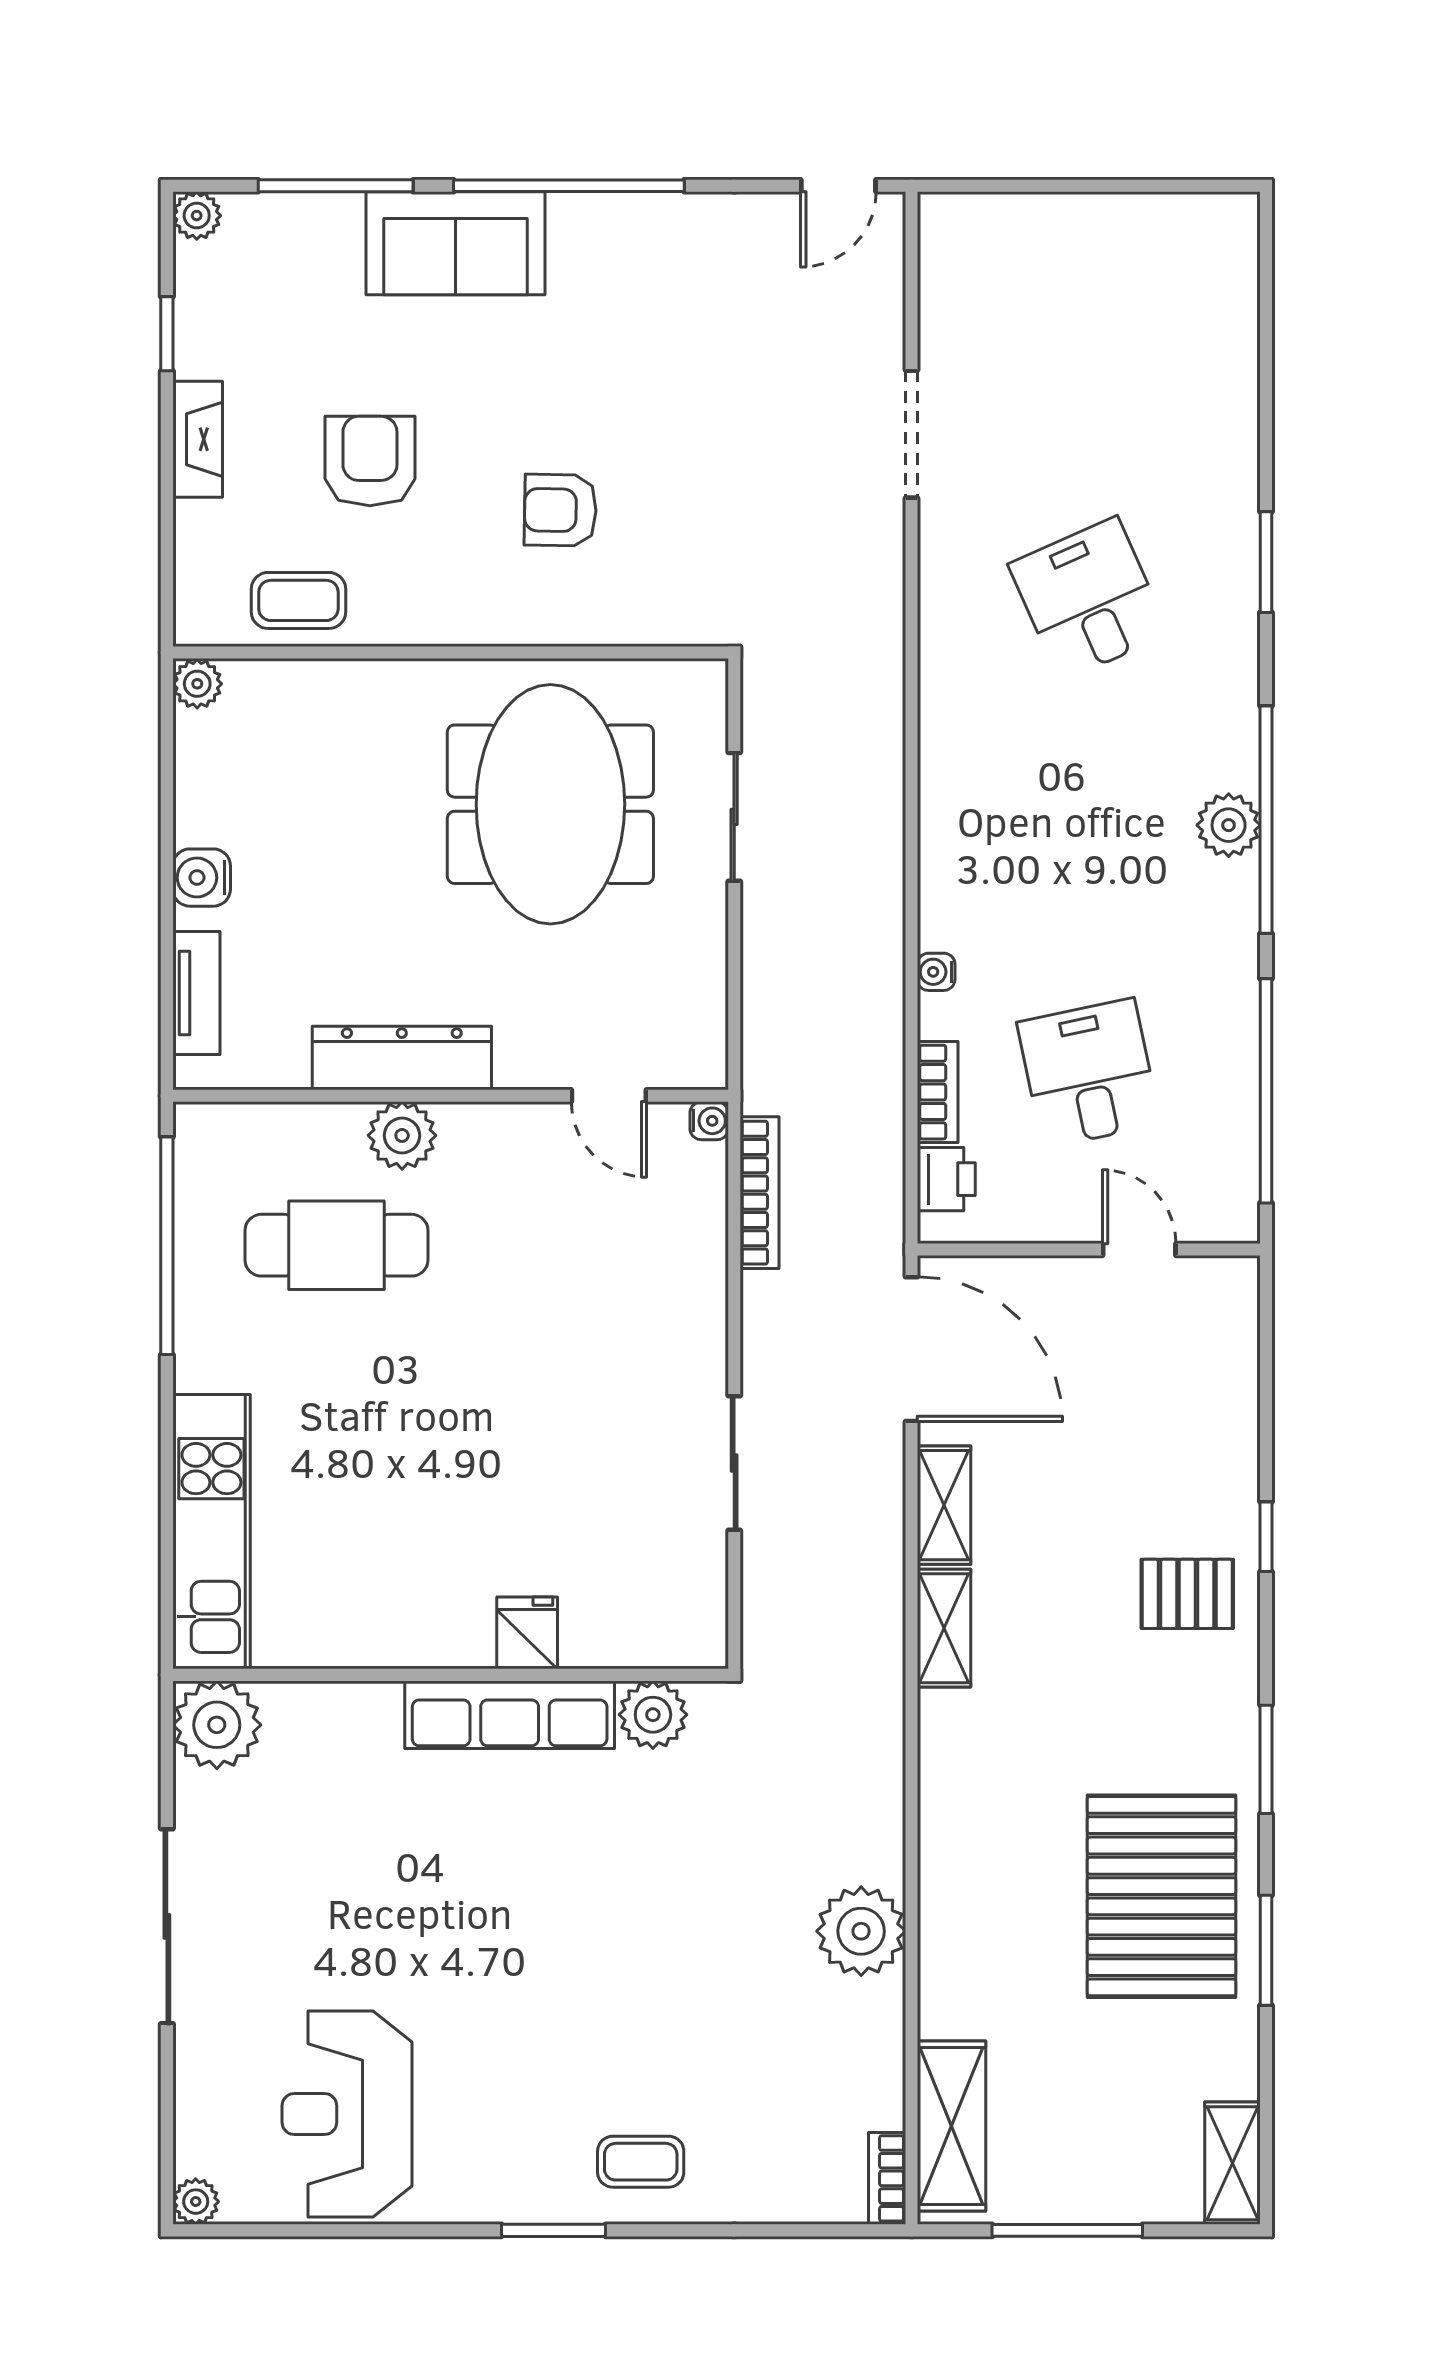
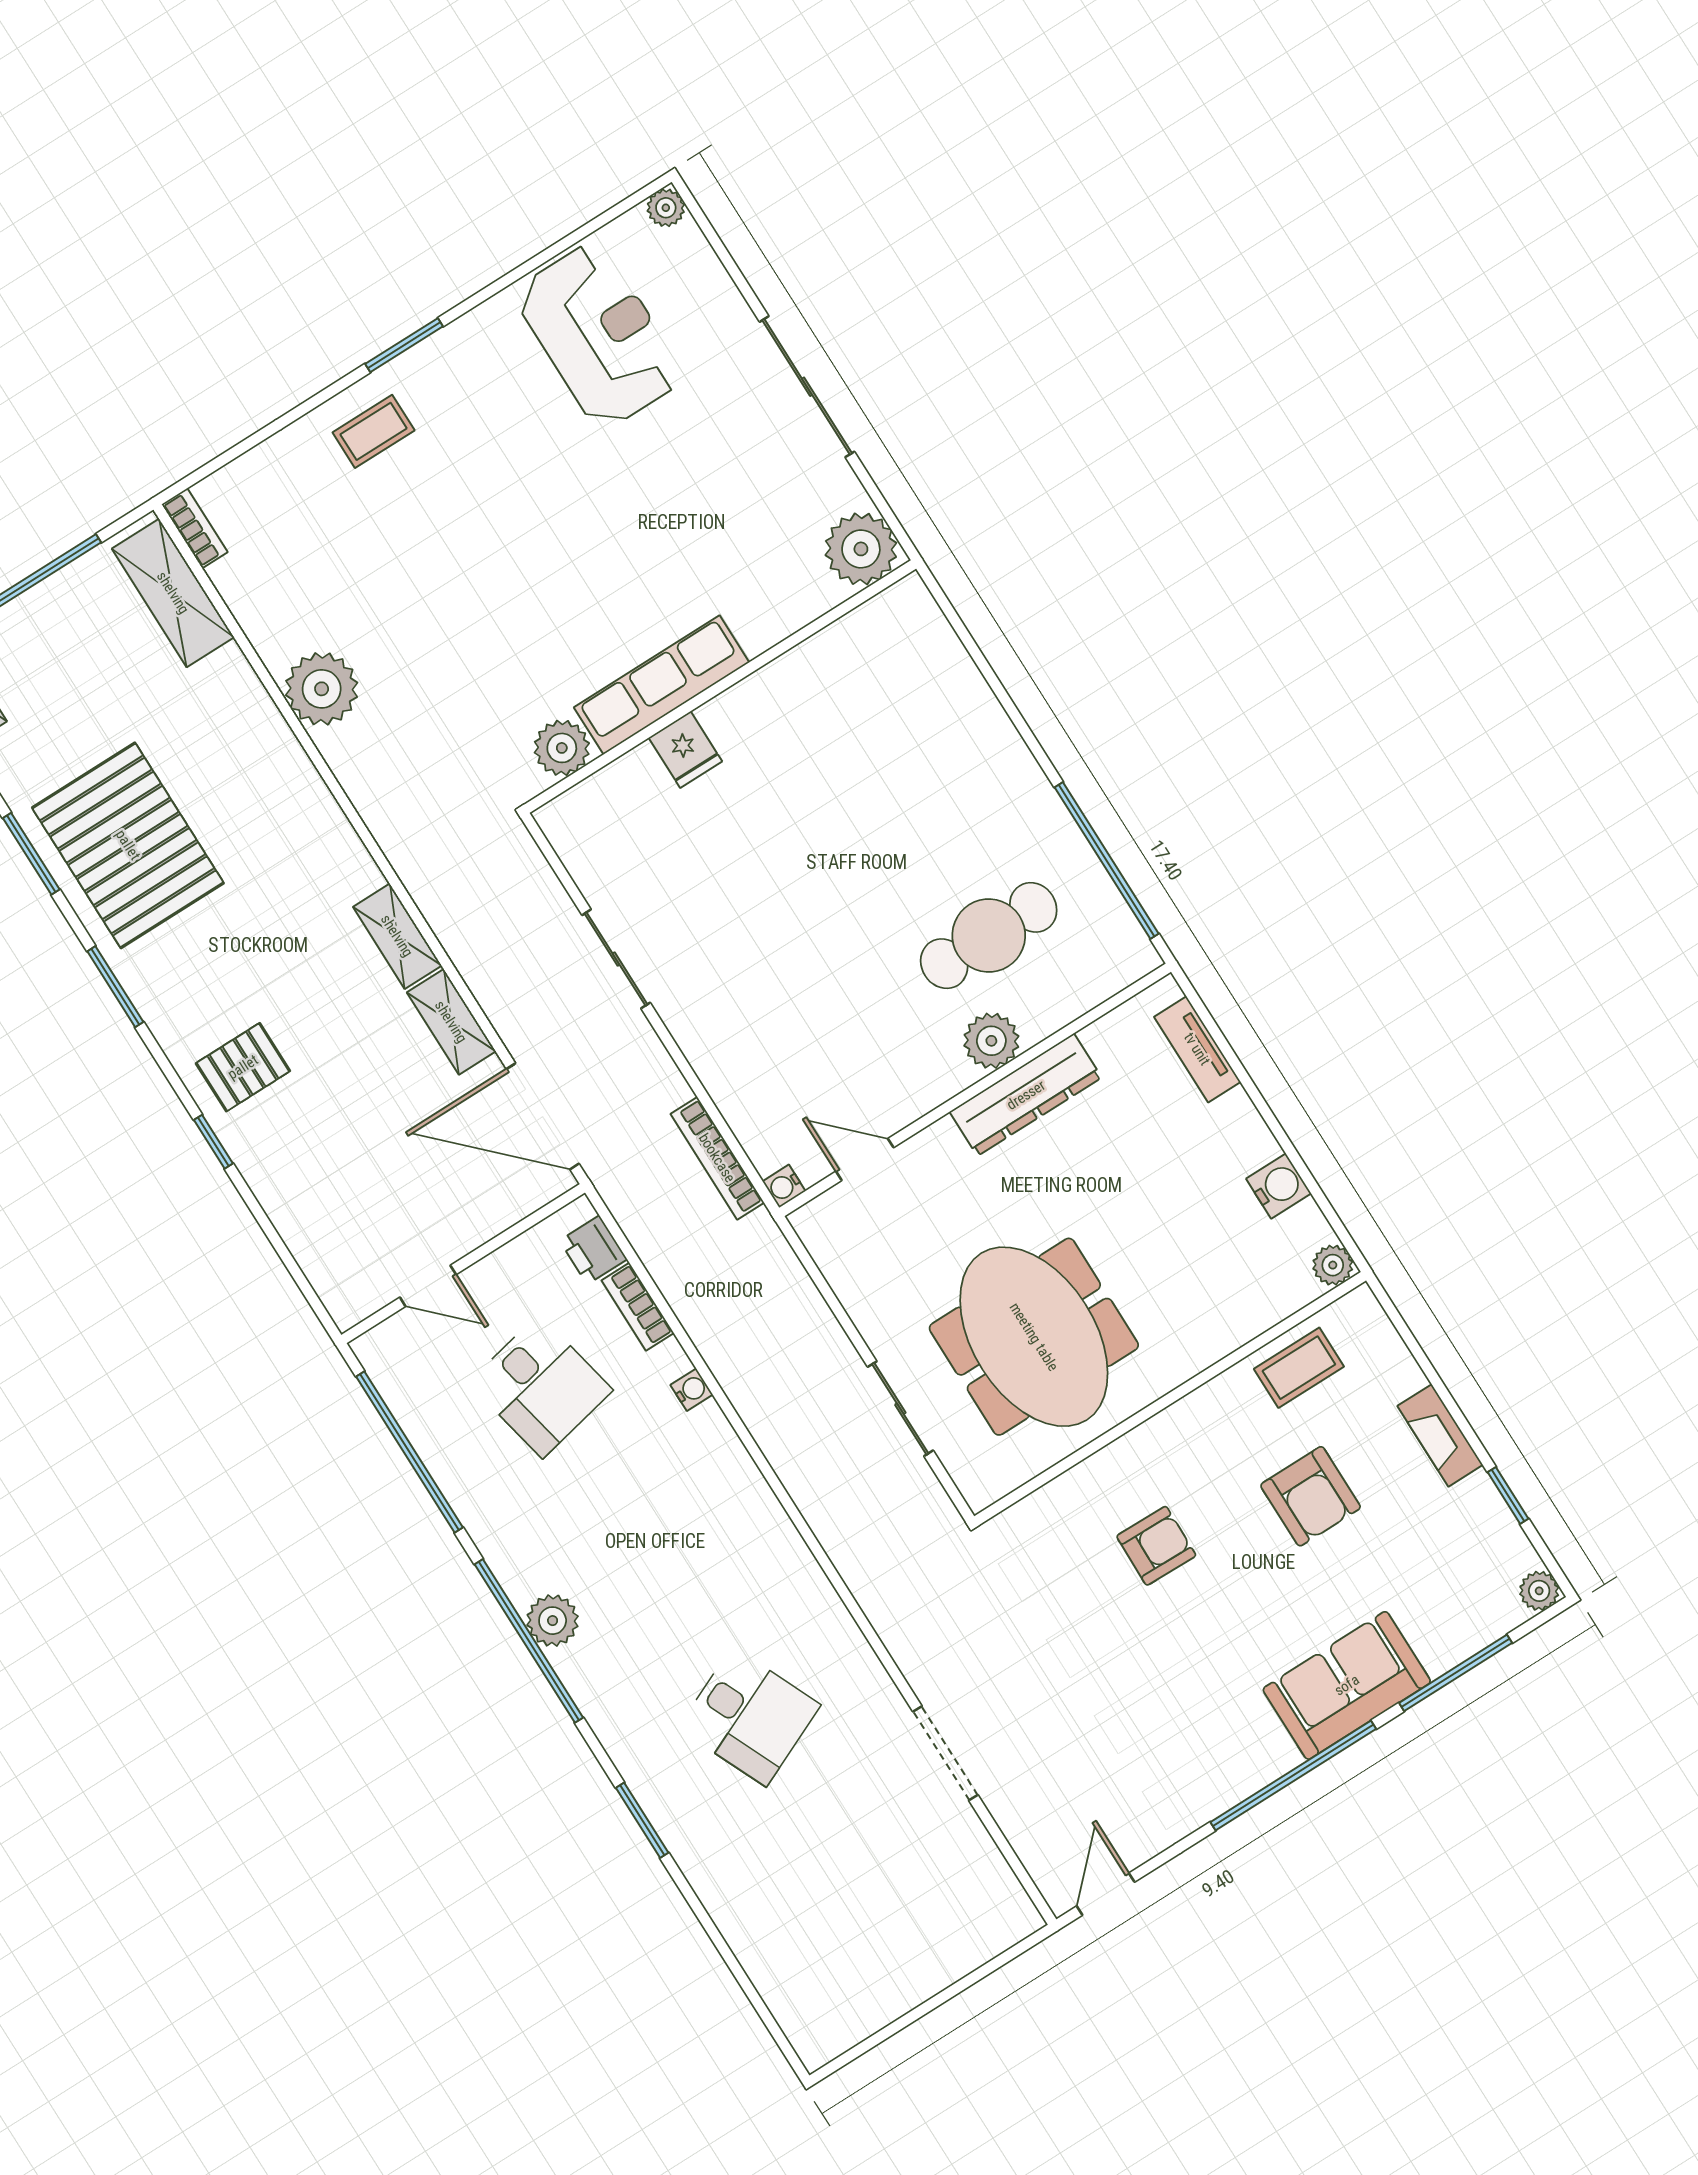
water cooler: (202, 878) -> (1279, 1186), moved
kitchen unit: (211, 1532) -> (950, 681), removed

